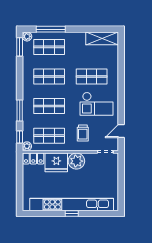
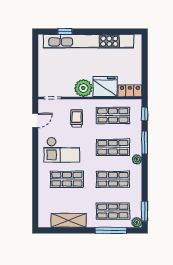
shelving: (102, 38) -> (69, 220), moved
checkout: (96, 104) -> (62, 150), turned 180
plant: (27, 146) -> (137, 159), moved
window: (72, 214) -> (65, 31), moved

